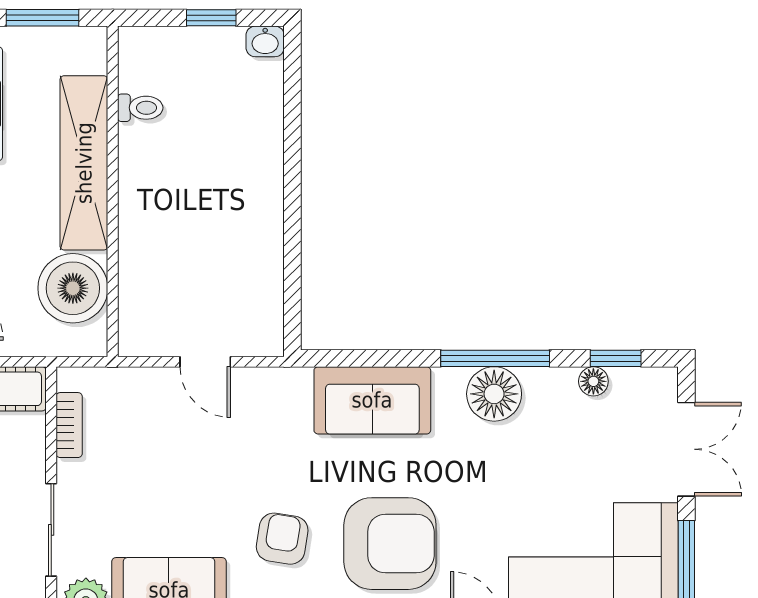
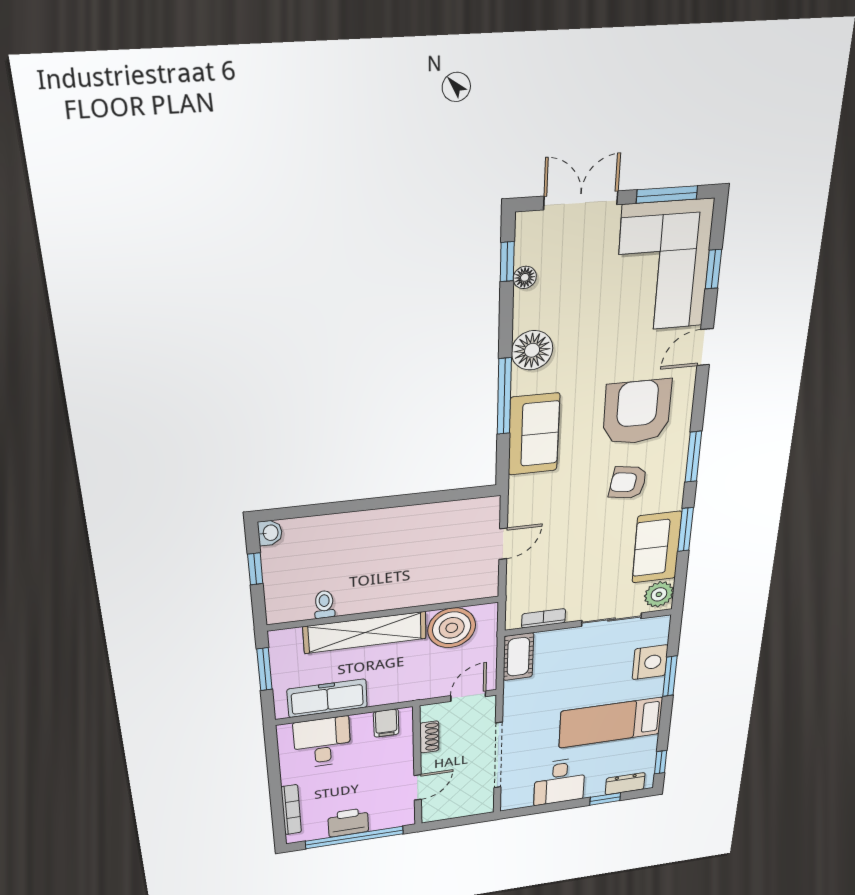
window: (495, 358) -> (504, 396), moved

